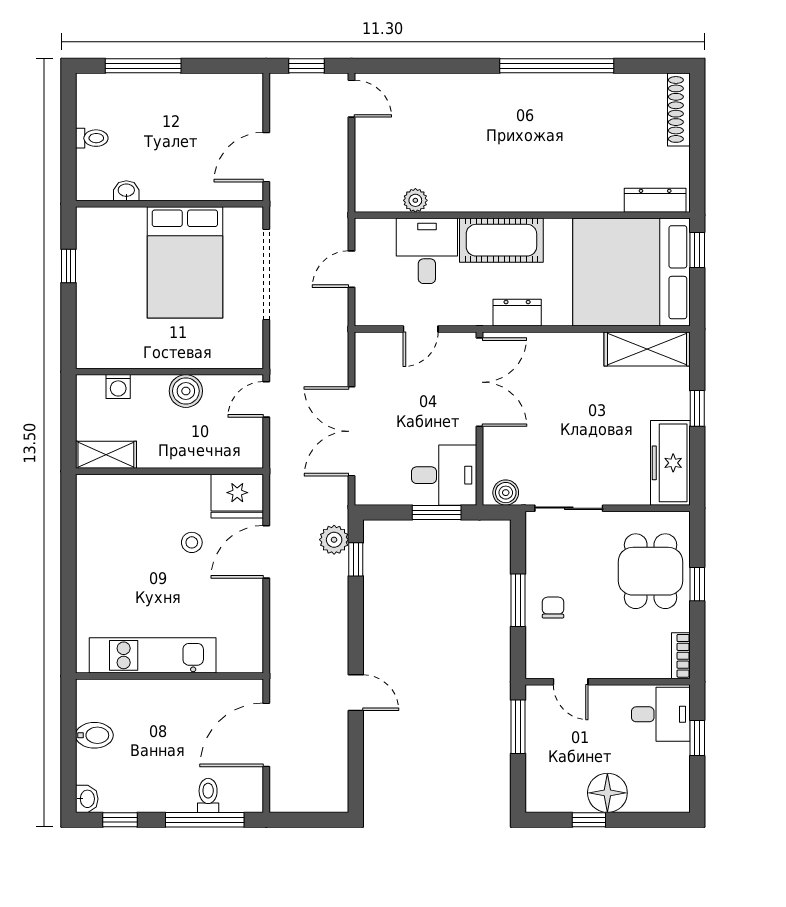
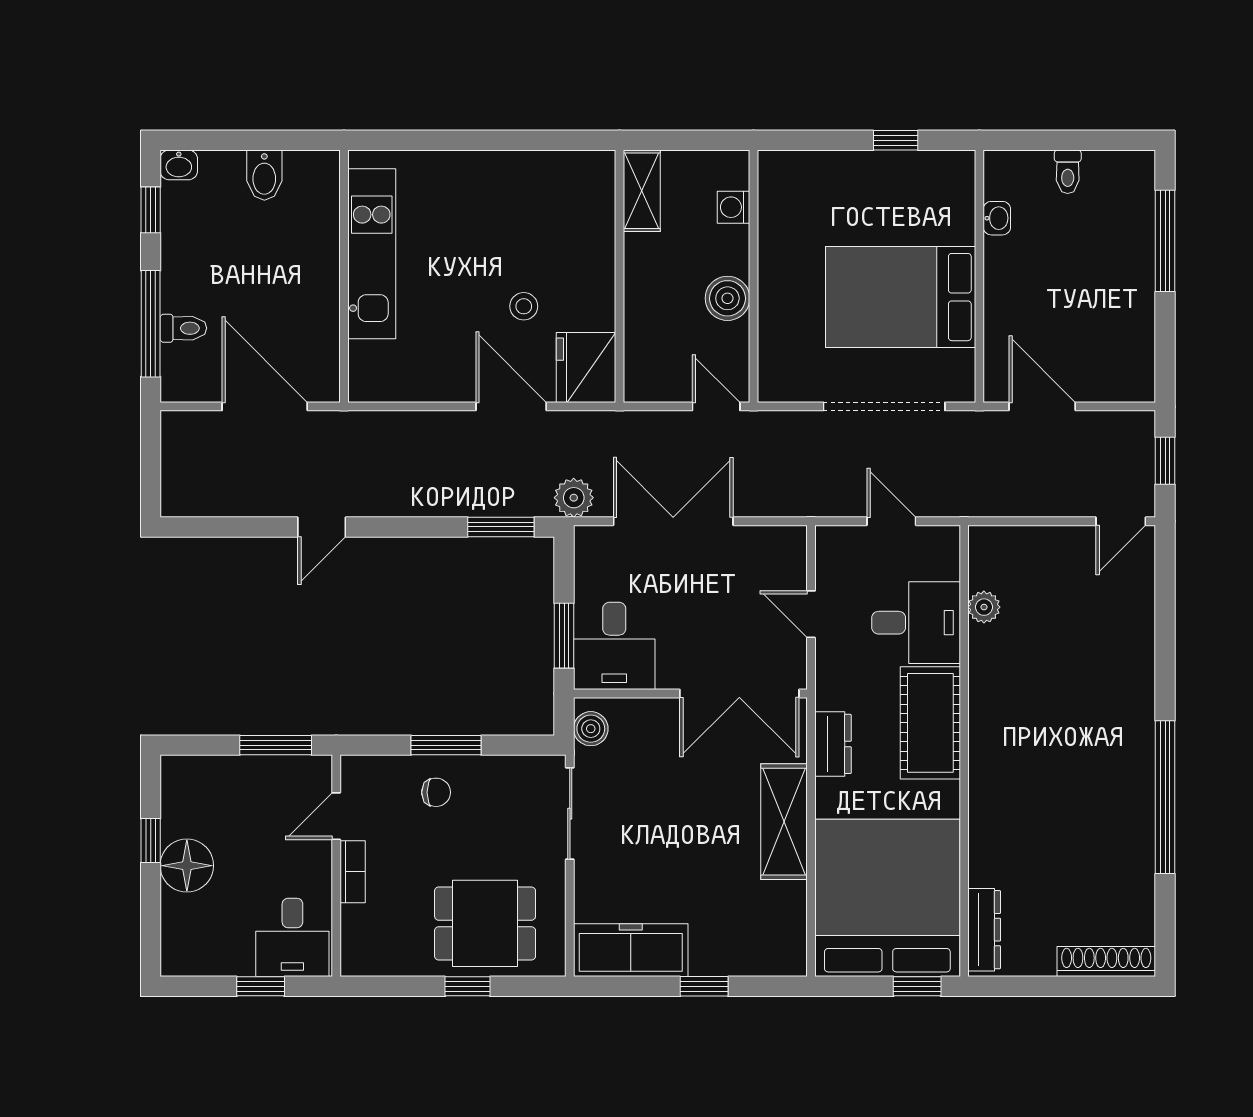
shelving: (647, 349) -> (784, 822), moved
plant: (334, 540) -> (574, 498), moved
window: (356, 559) -> (501, 527), width x1.50
bookcase: (681, 656) -> (353, 872), moved, turned 90

